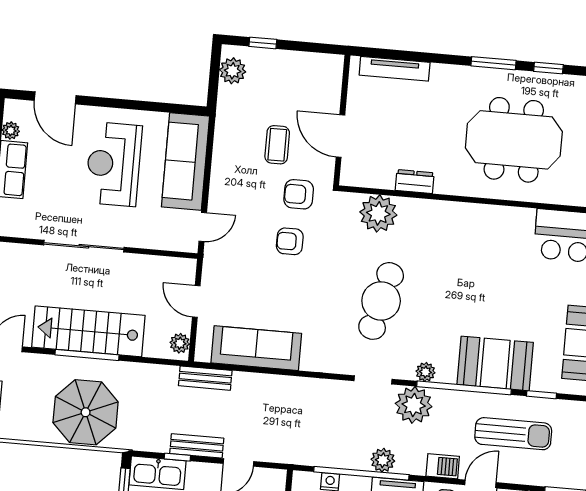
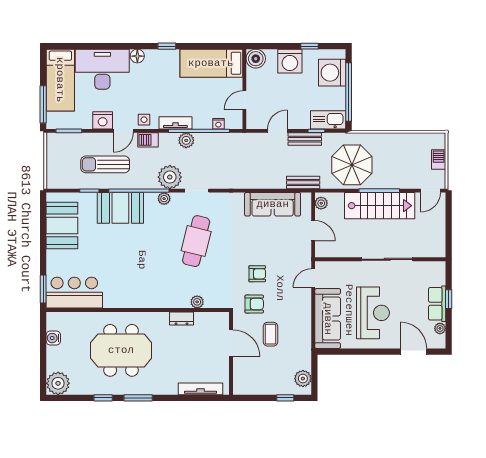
plant: (378, 213) -> (197, 302), width x0.53, depth x0.53
parasol: (86, 412) -> (352, 165), moved

